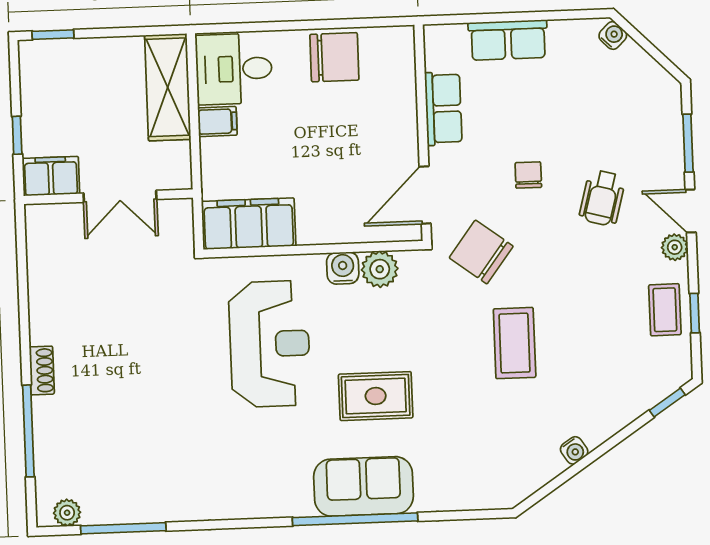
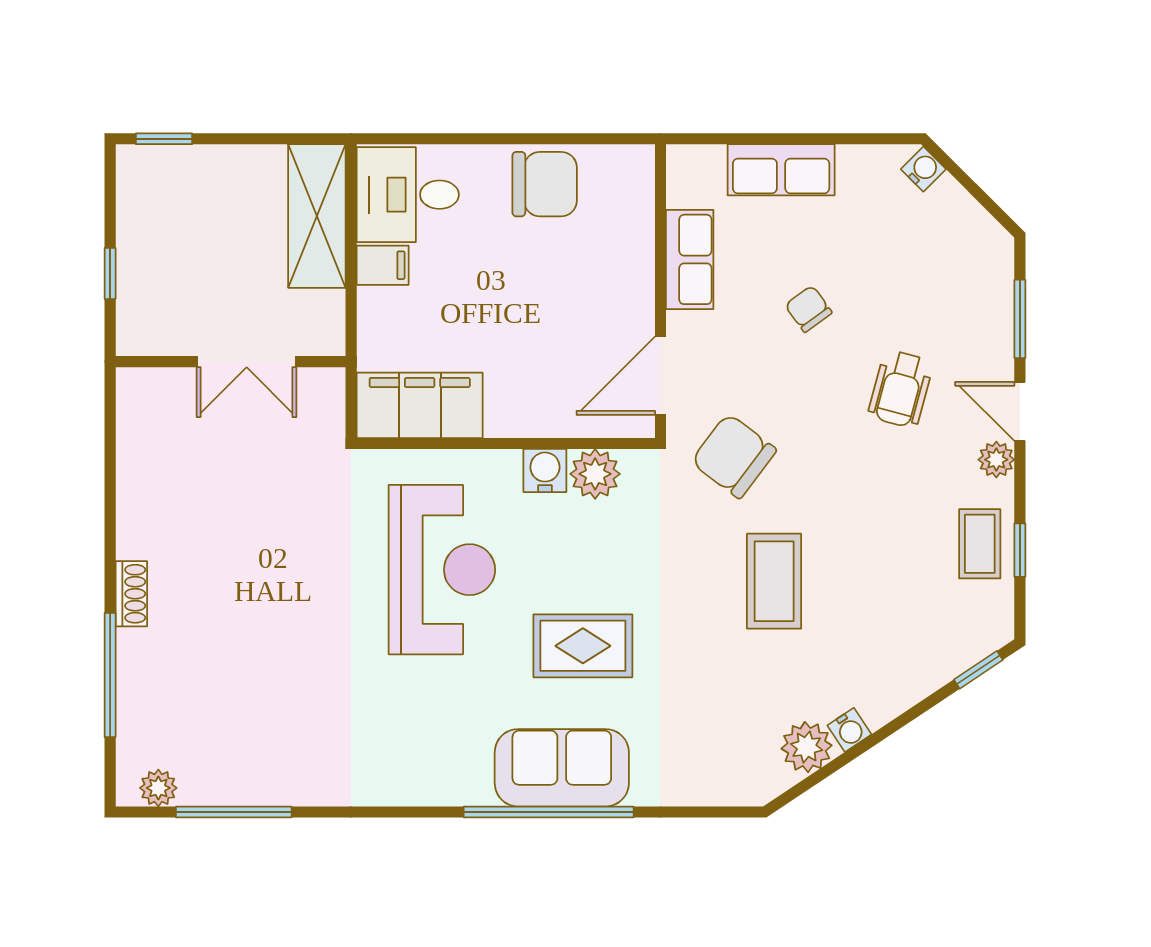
chair: (528, 175) -> (808, 309), moved, turned -36
filing cabinet: (51, 176) -> (154, 331), removed
plant: (543, 464) -> (807, 747), added

